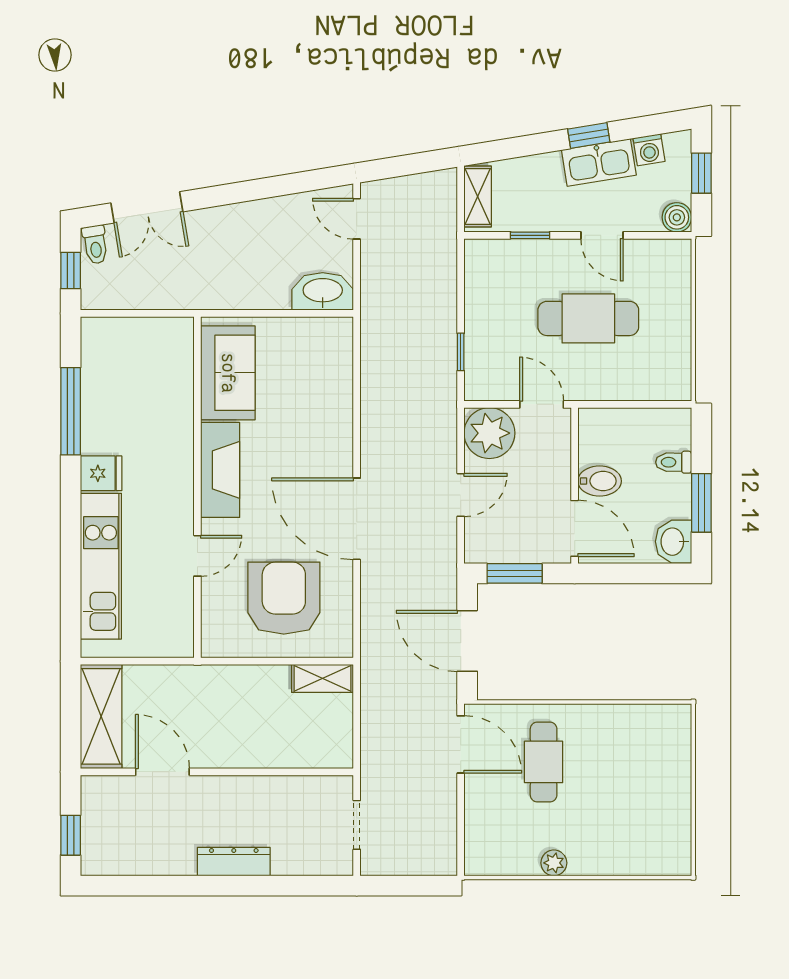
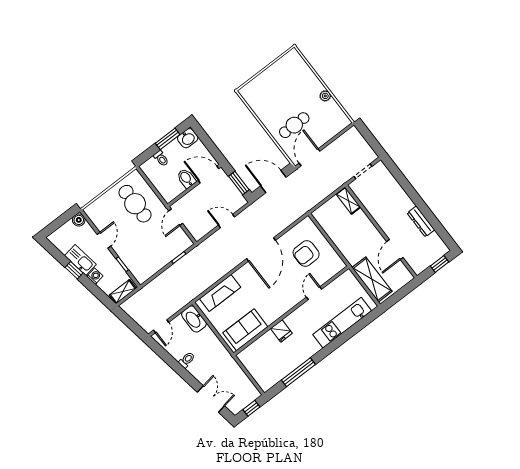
washing machine: (649, 150) -> (95, 276), moved
window: (701, 173) -> (58, 223), removed
toilet: (95, 245) -> (187, 360), moved
cafe table: (588, 318) -> (135, 204), moved
plant: (489, 433) -> (199, 227), removed
fireplace: (220, 470) -> (220, 293), moved, turned 180
fridge: (101, 473) -> (281, 331), moved, turned 180
door: (575, 528) -> (209, 175), hinge flipped
door: (197, 556) -> (314, 293), hinge flipped
armchair: (284, 598) -> (306, 254), width x0.73, depth x0.73
door: (467, 641) -> (273, 181), swing flipped
shelving: (323, 678) -> (348, 201), moved
shelving: (101, 716) -> (372, 279), moved, turned 90
dresser: (234, 862) -> (421, 221), moved

